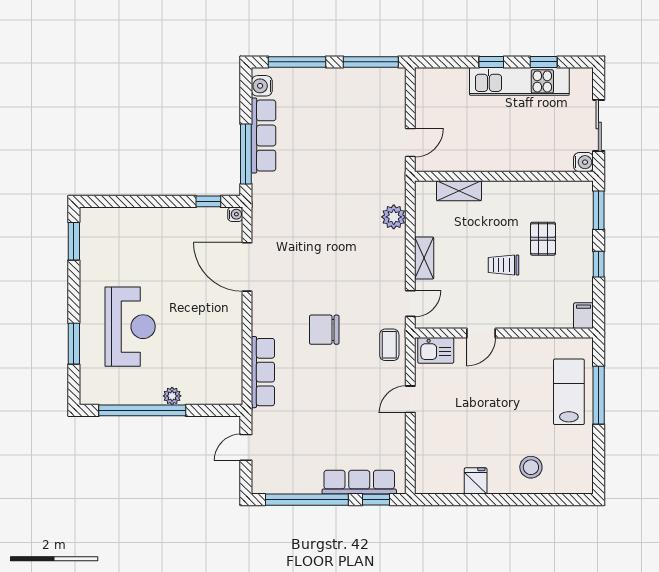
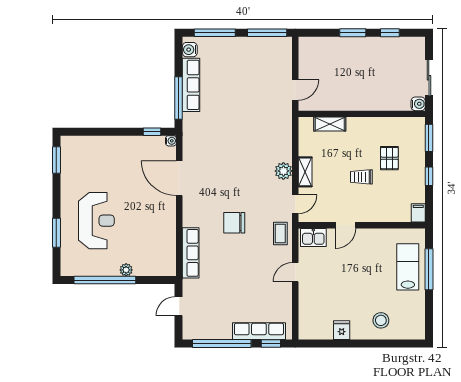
window: (491, 62) -> (353, 33), width x1.50
kitchen unit: (519, 81) -> (373, 47), removed
plant: (394, 217) -> (283, 171), moved

